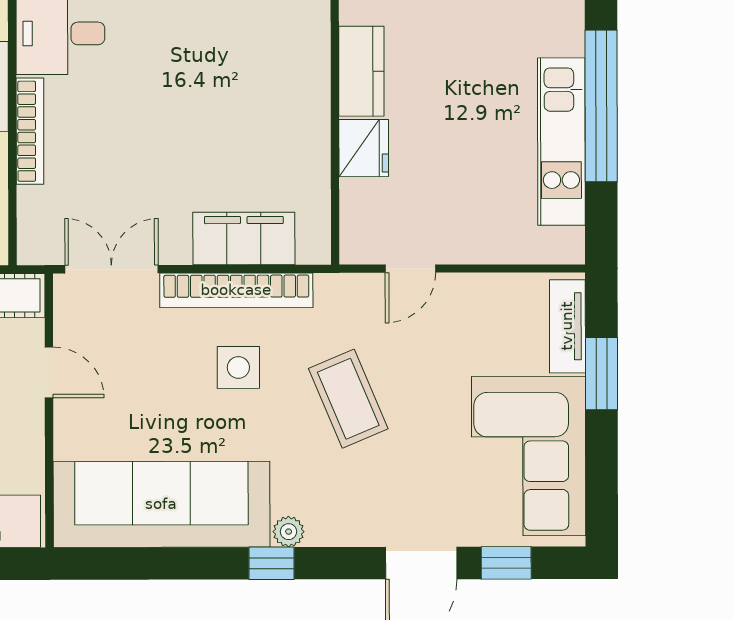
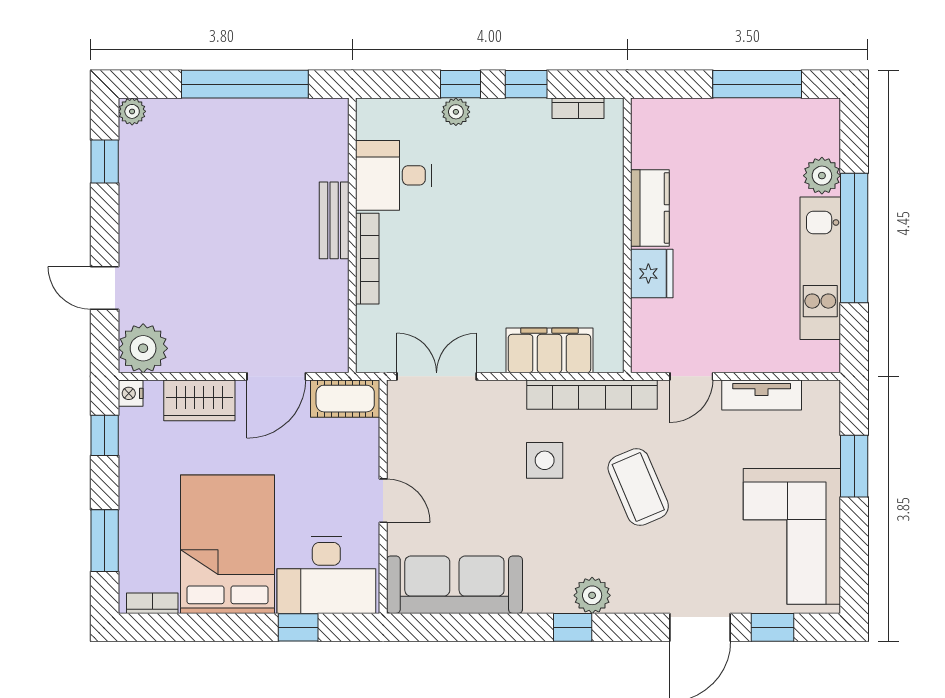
plant: (563, 33) -> (822, 176), added
bookcase: (236, 290) -> (592, 395), moved
tv unit: (567, 326) -> (762, 395), moved, turned -90
door: (49, 372) -> (383, 501), moved
sofa: (161, 504) -> (454, 585), width x0.74, depth x0.79
plant: (289, 532) -> (592, 595), width x1.38, depth x1.38

